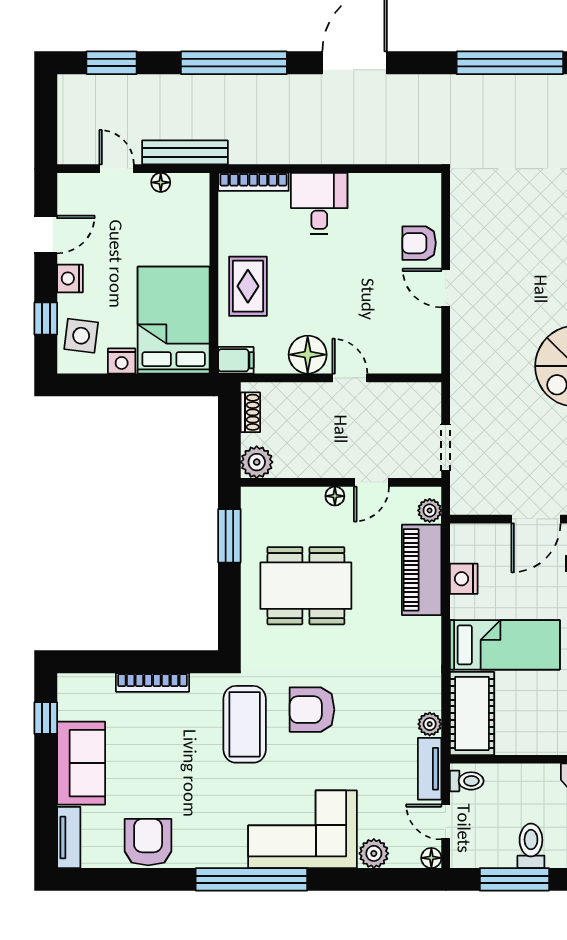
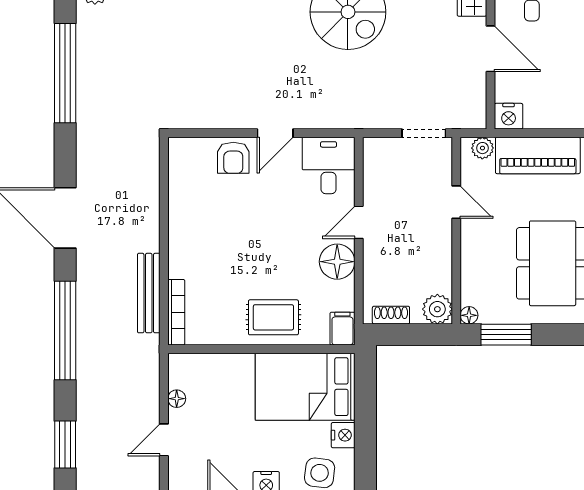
bench: (185, 152) -> (149, 293), moved
desk: (319, 203) -> (329, 165), moved, turned 90
floor lamp: (335, 496) -> (469, 315), moved
nightstand: (464, 579) -> (509, 116), moved

